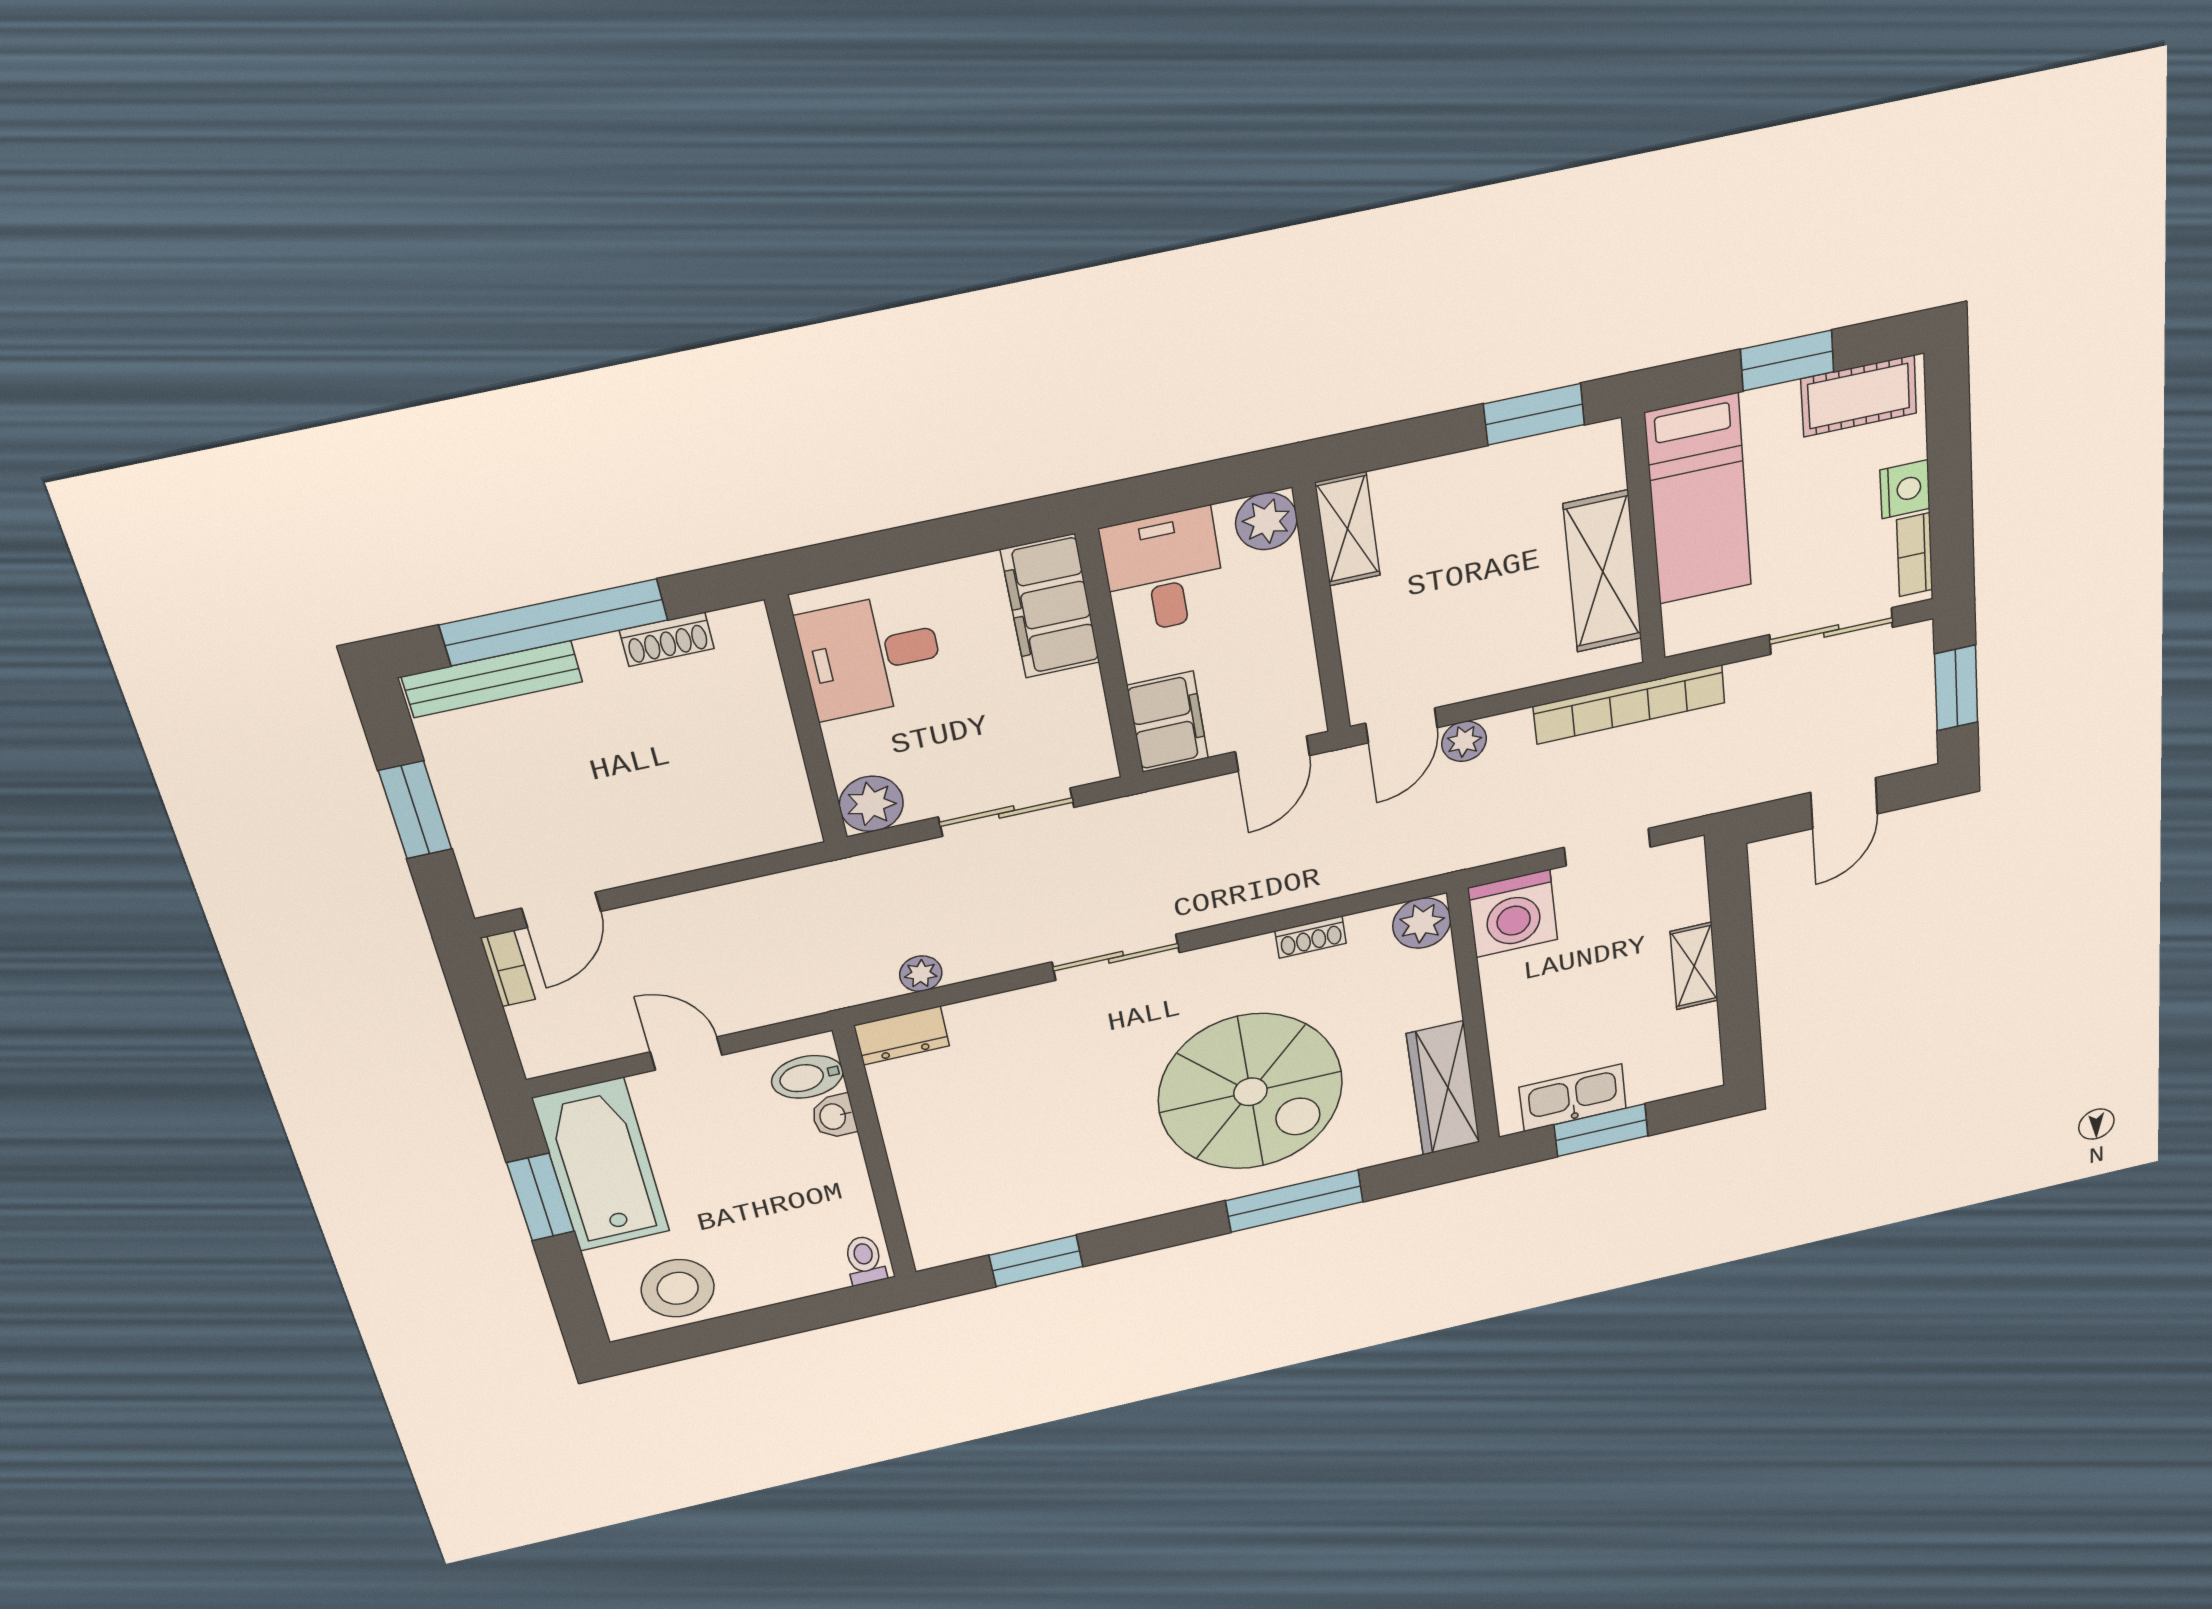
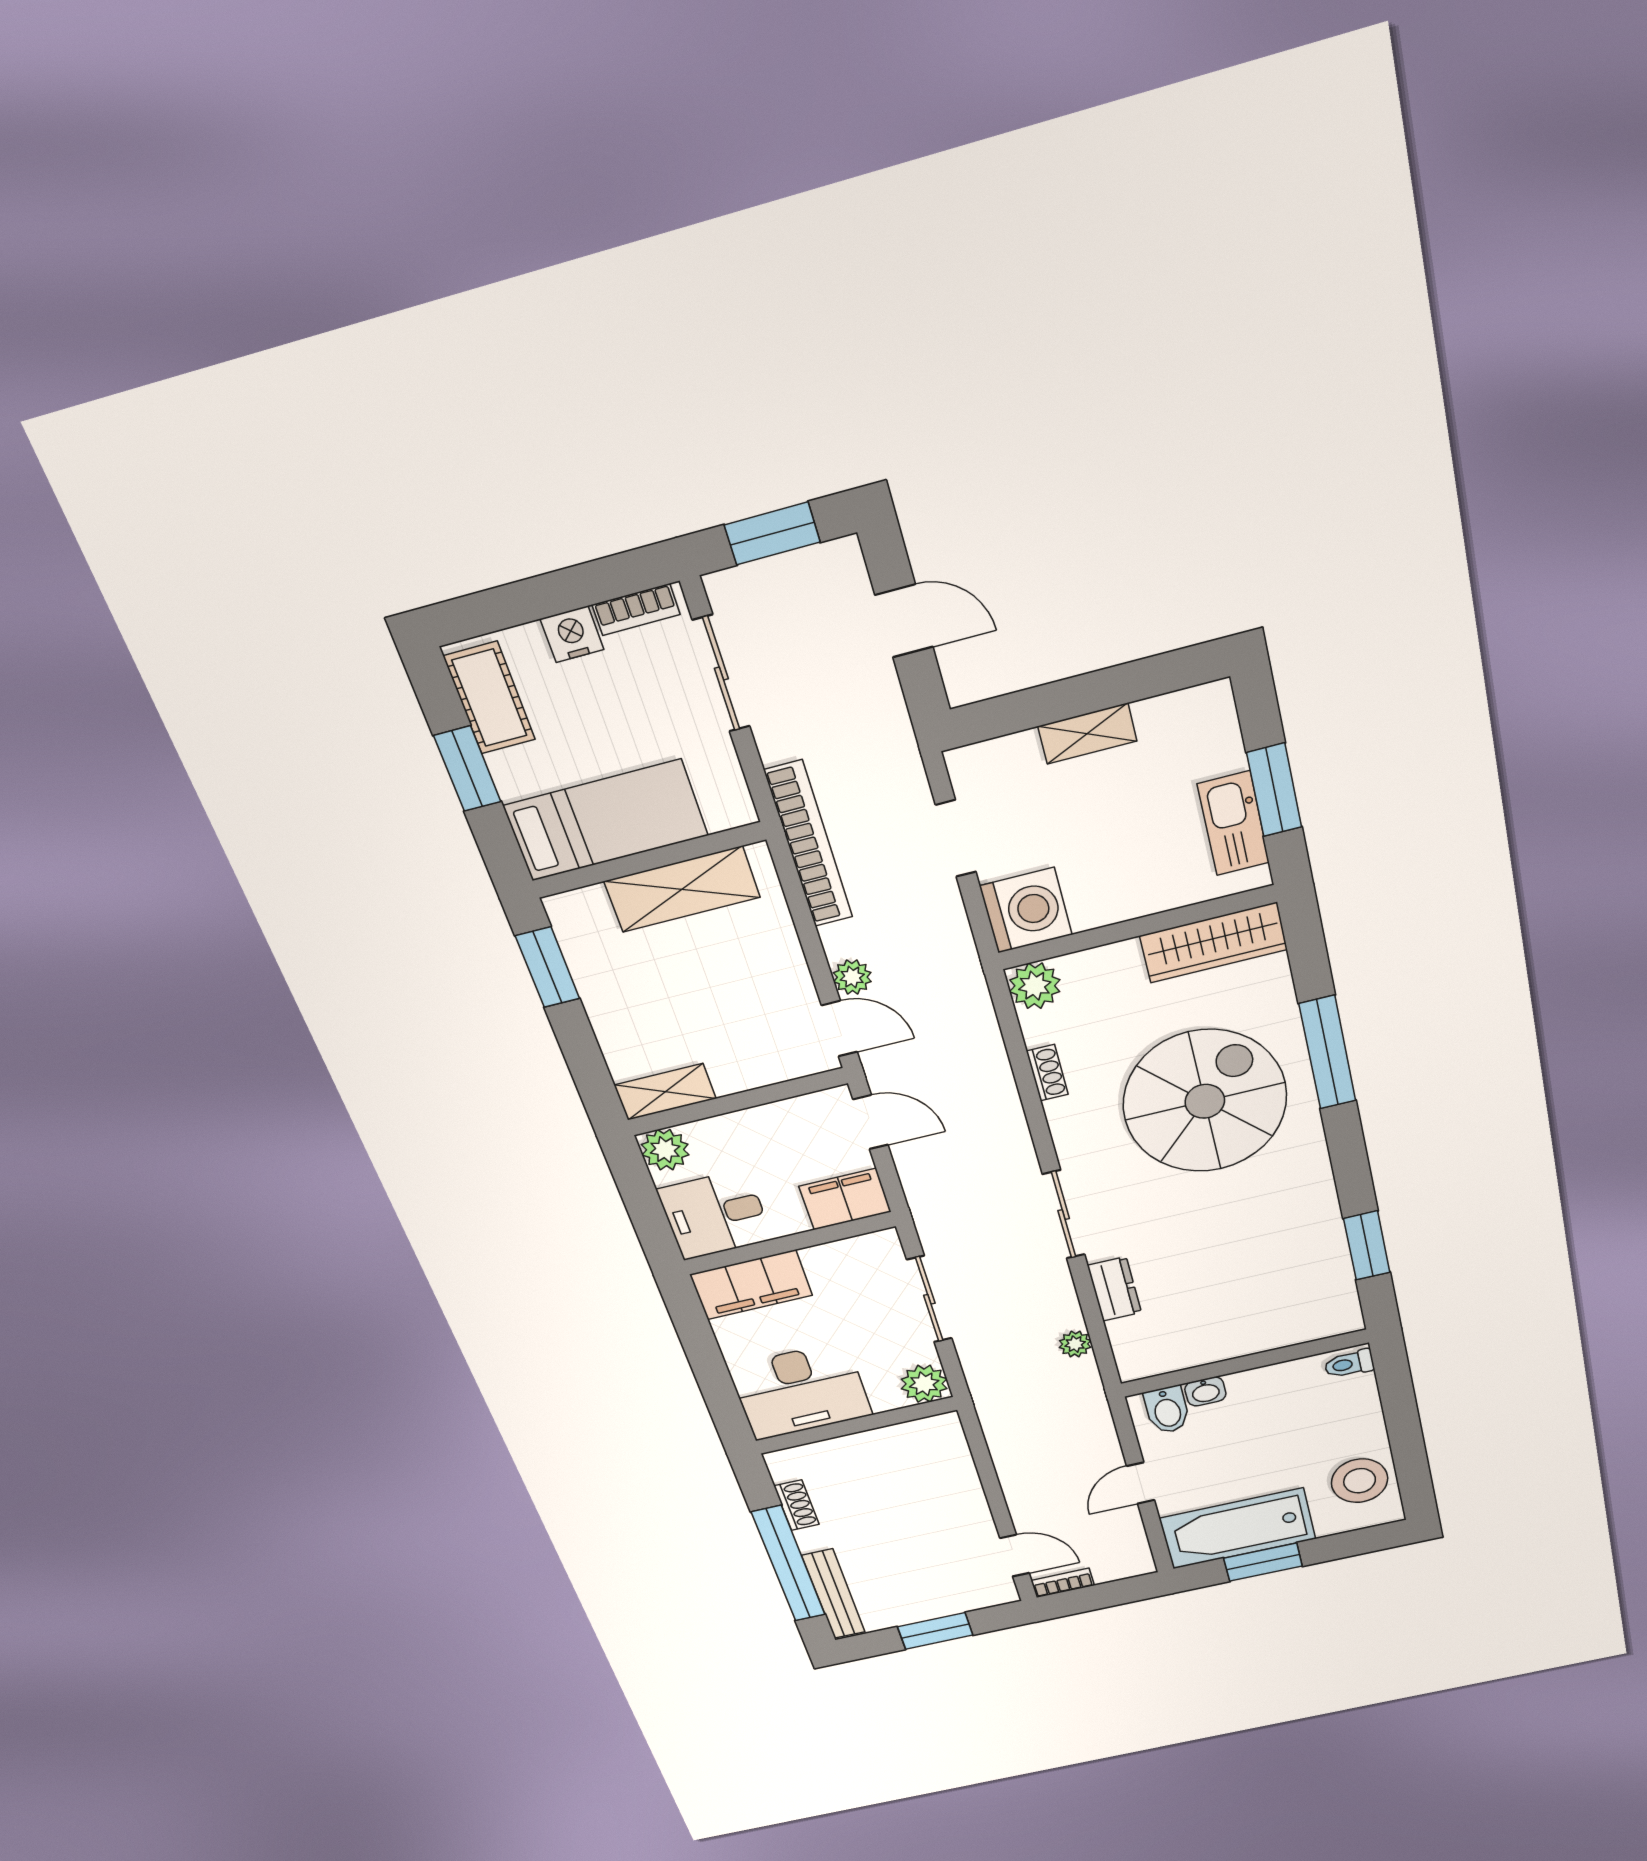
desk: (871, 656) -> (801, 1391), width x1.37
dresser: (902, 1036) -> (1114, 1289), moved

